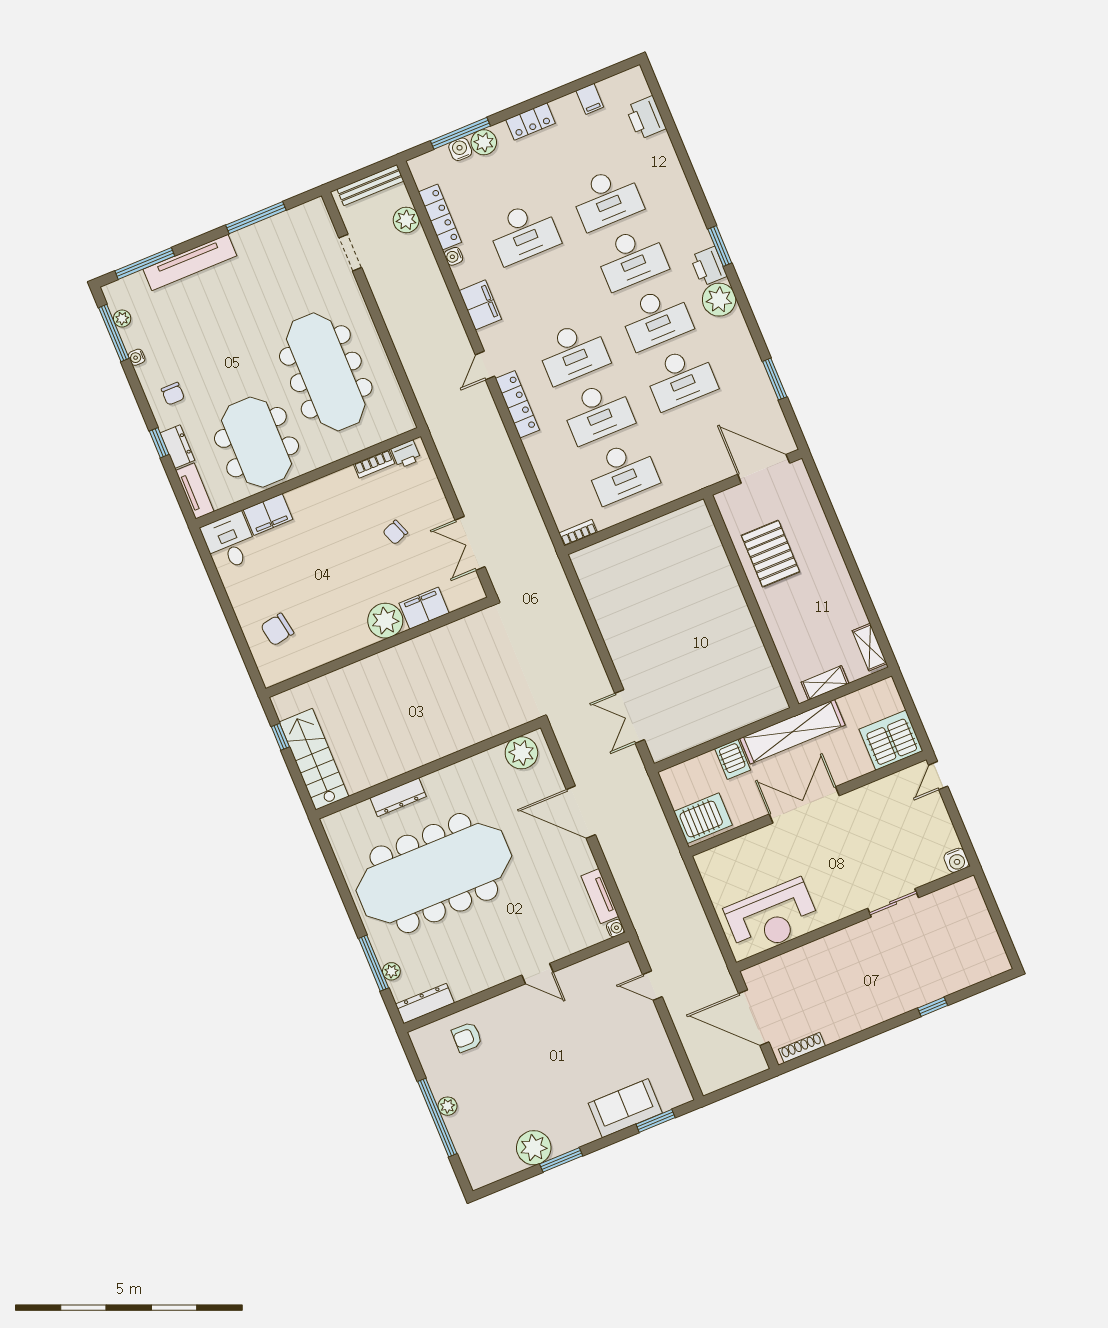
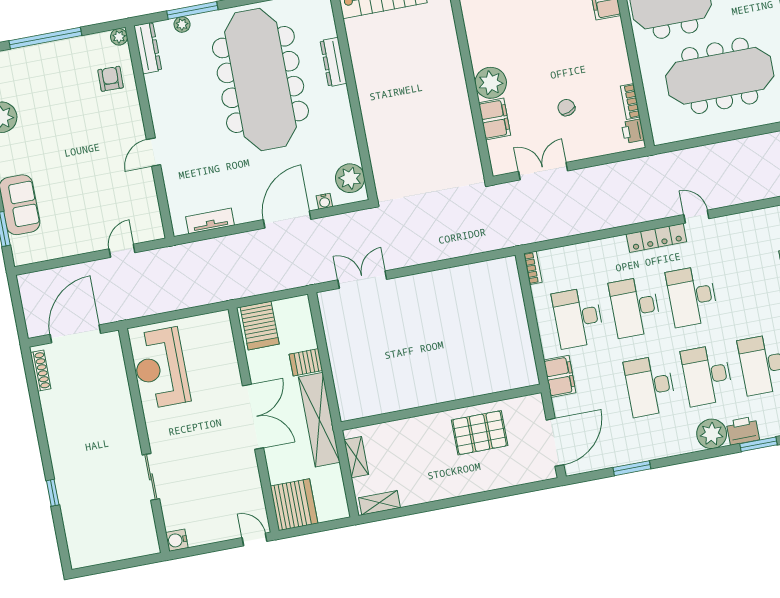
filing cabinet: (480, 305) -> (560, 376), moved, turned -90
water cooler: (615, 928) -> (324, 201), moved
plant: (448, 1106) -> (119, 37), moved

